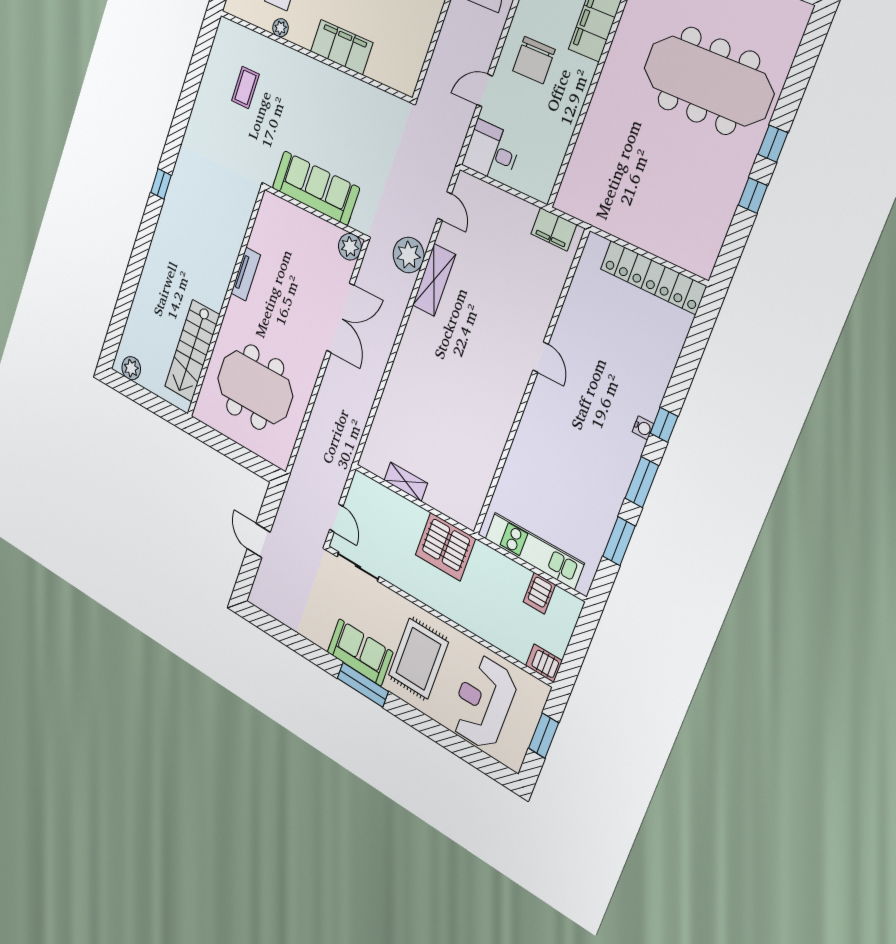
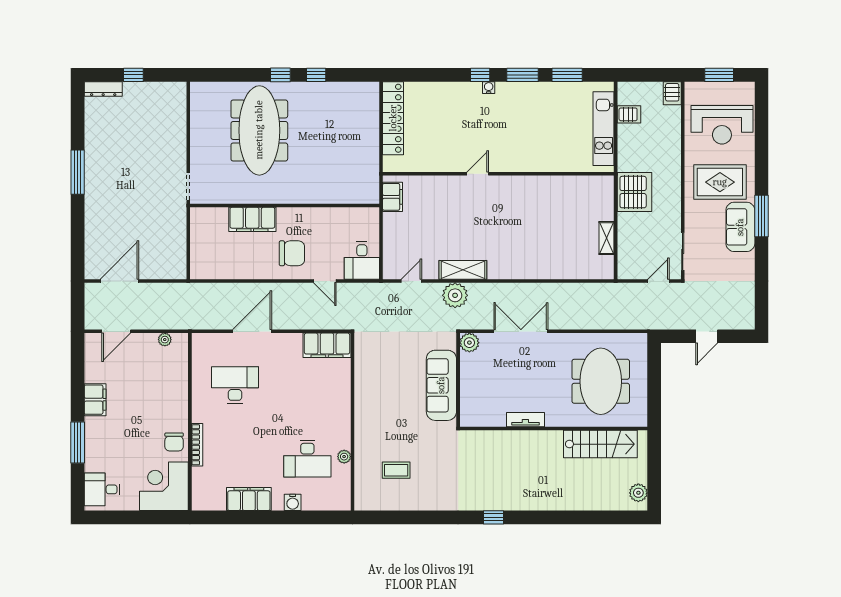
filing cabinet: (342, 47) -> (327, 345), moved, turned -90

